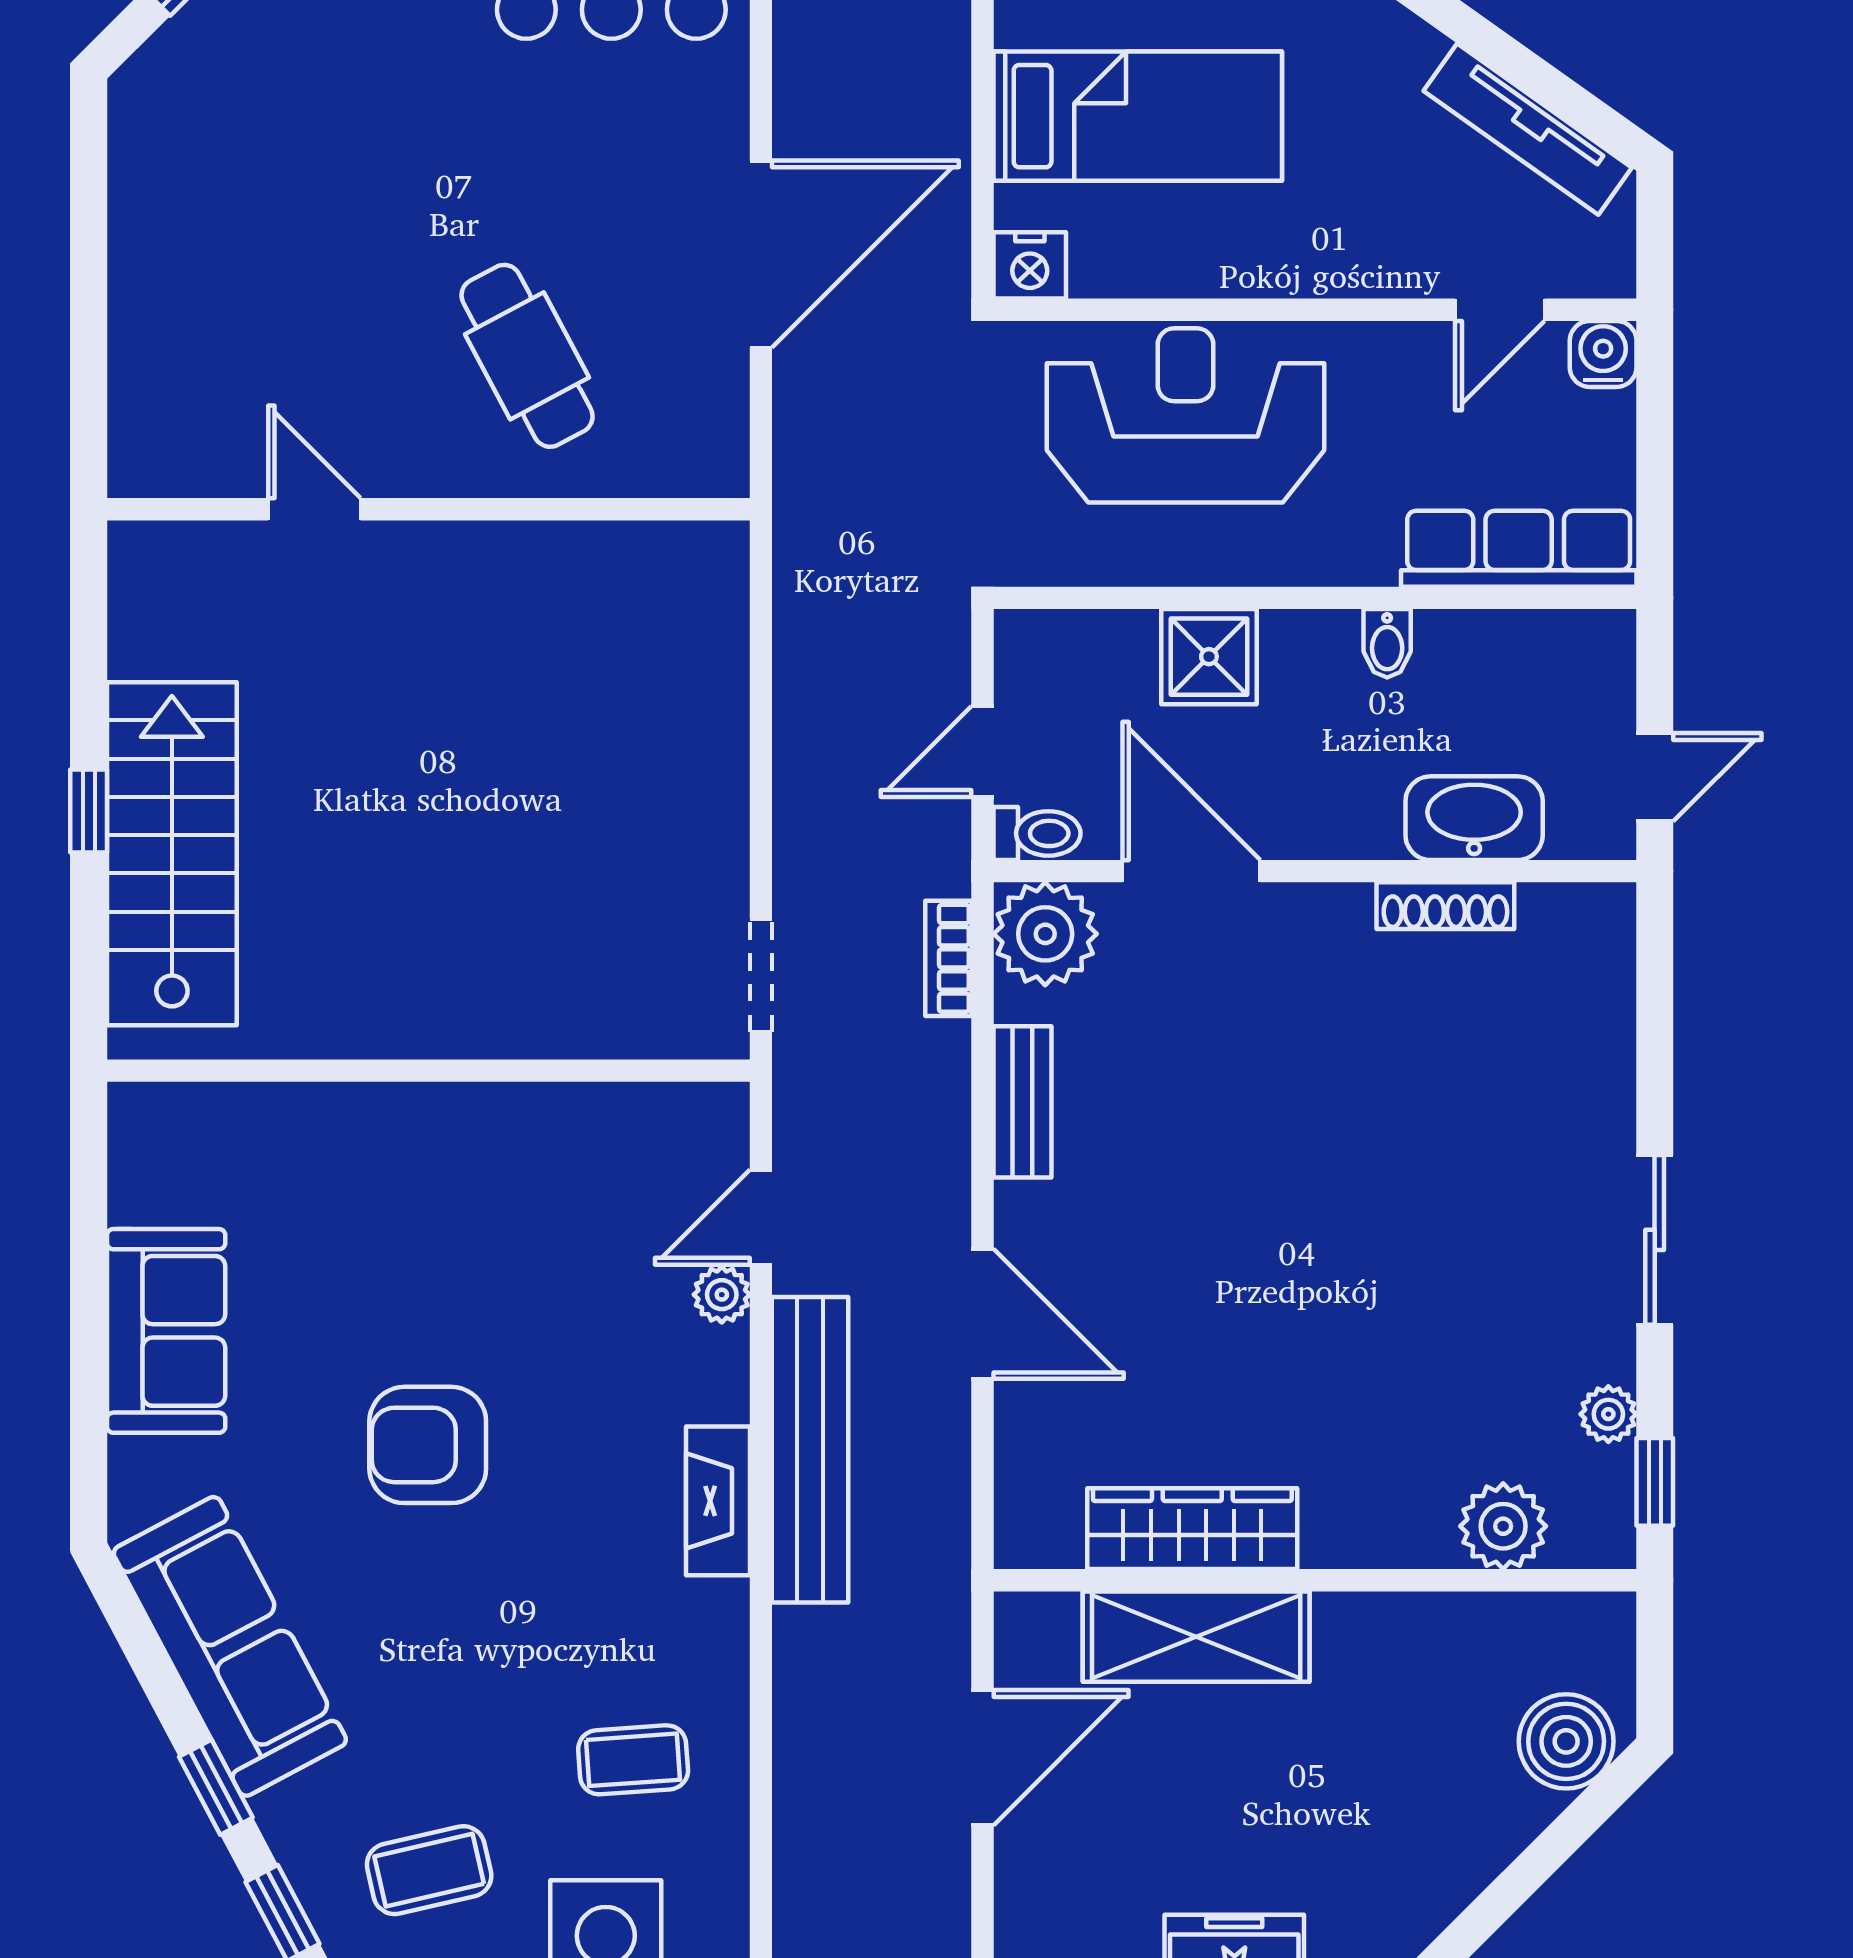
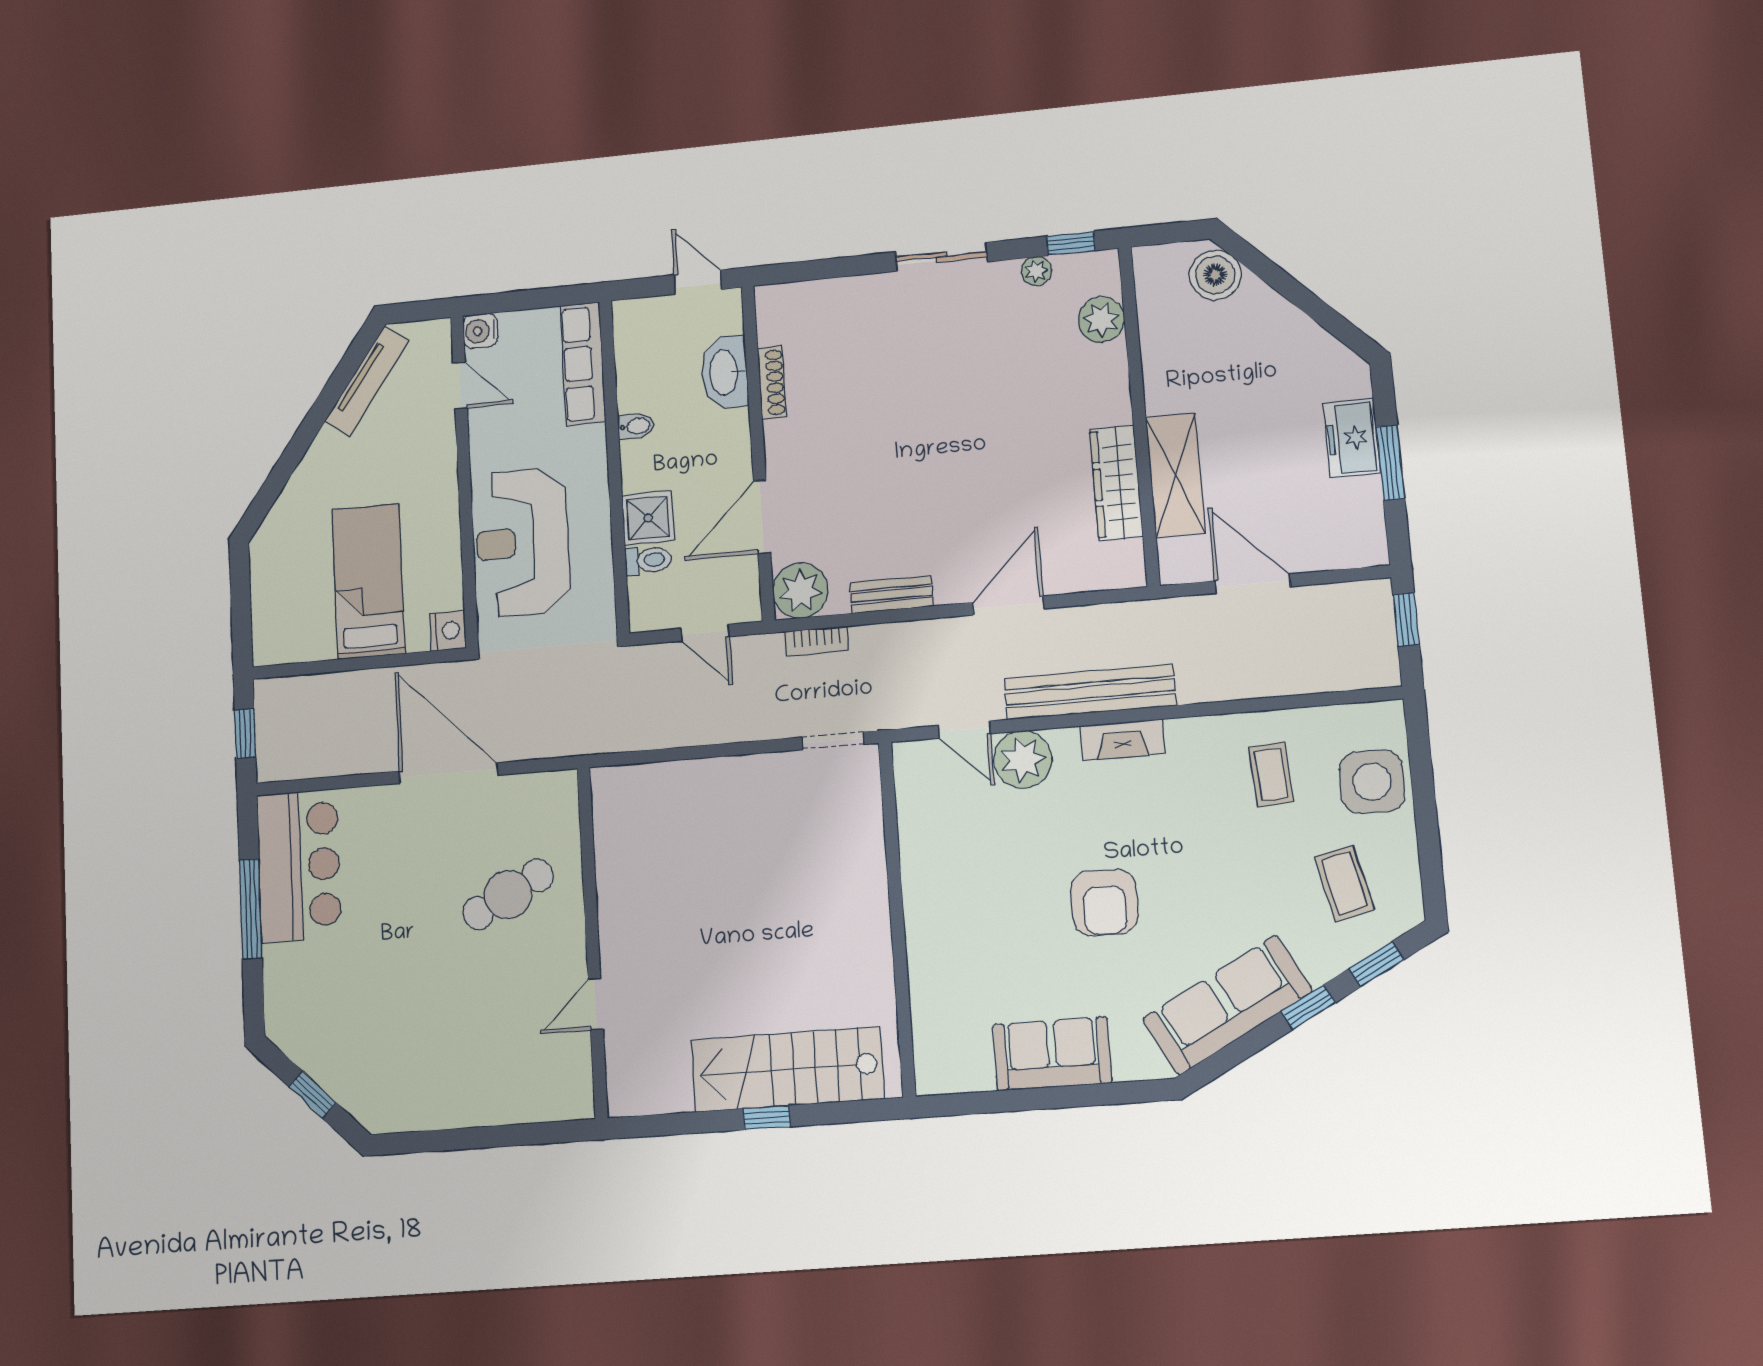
toilet: (1037, 833) -> (648, 560), moved, turned 90
plant: (722, 1295) -> (1023, 759), width x1.88, depth x1.88

